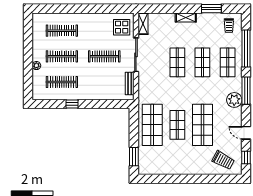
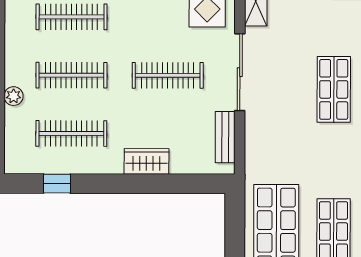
wardrobe: (95, 94) -> (146, 161), added
window: (72, 104) -> (57, 184), moved

